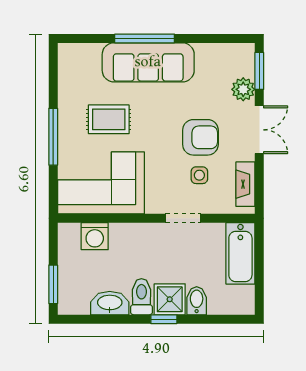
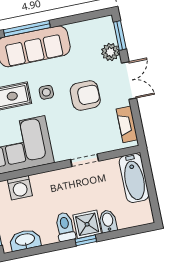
side table: (199, 175) -> (46, 92), moved
washbasin: (110, 303) -> (25, 240), moved

